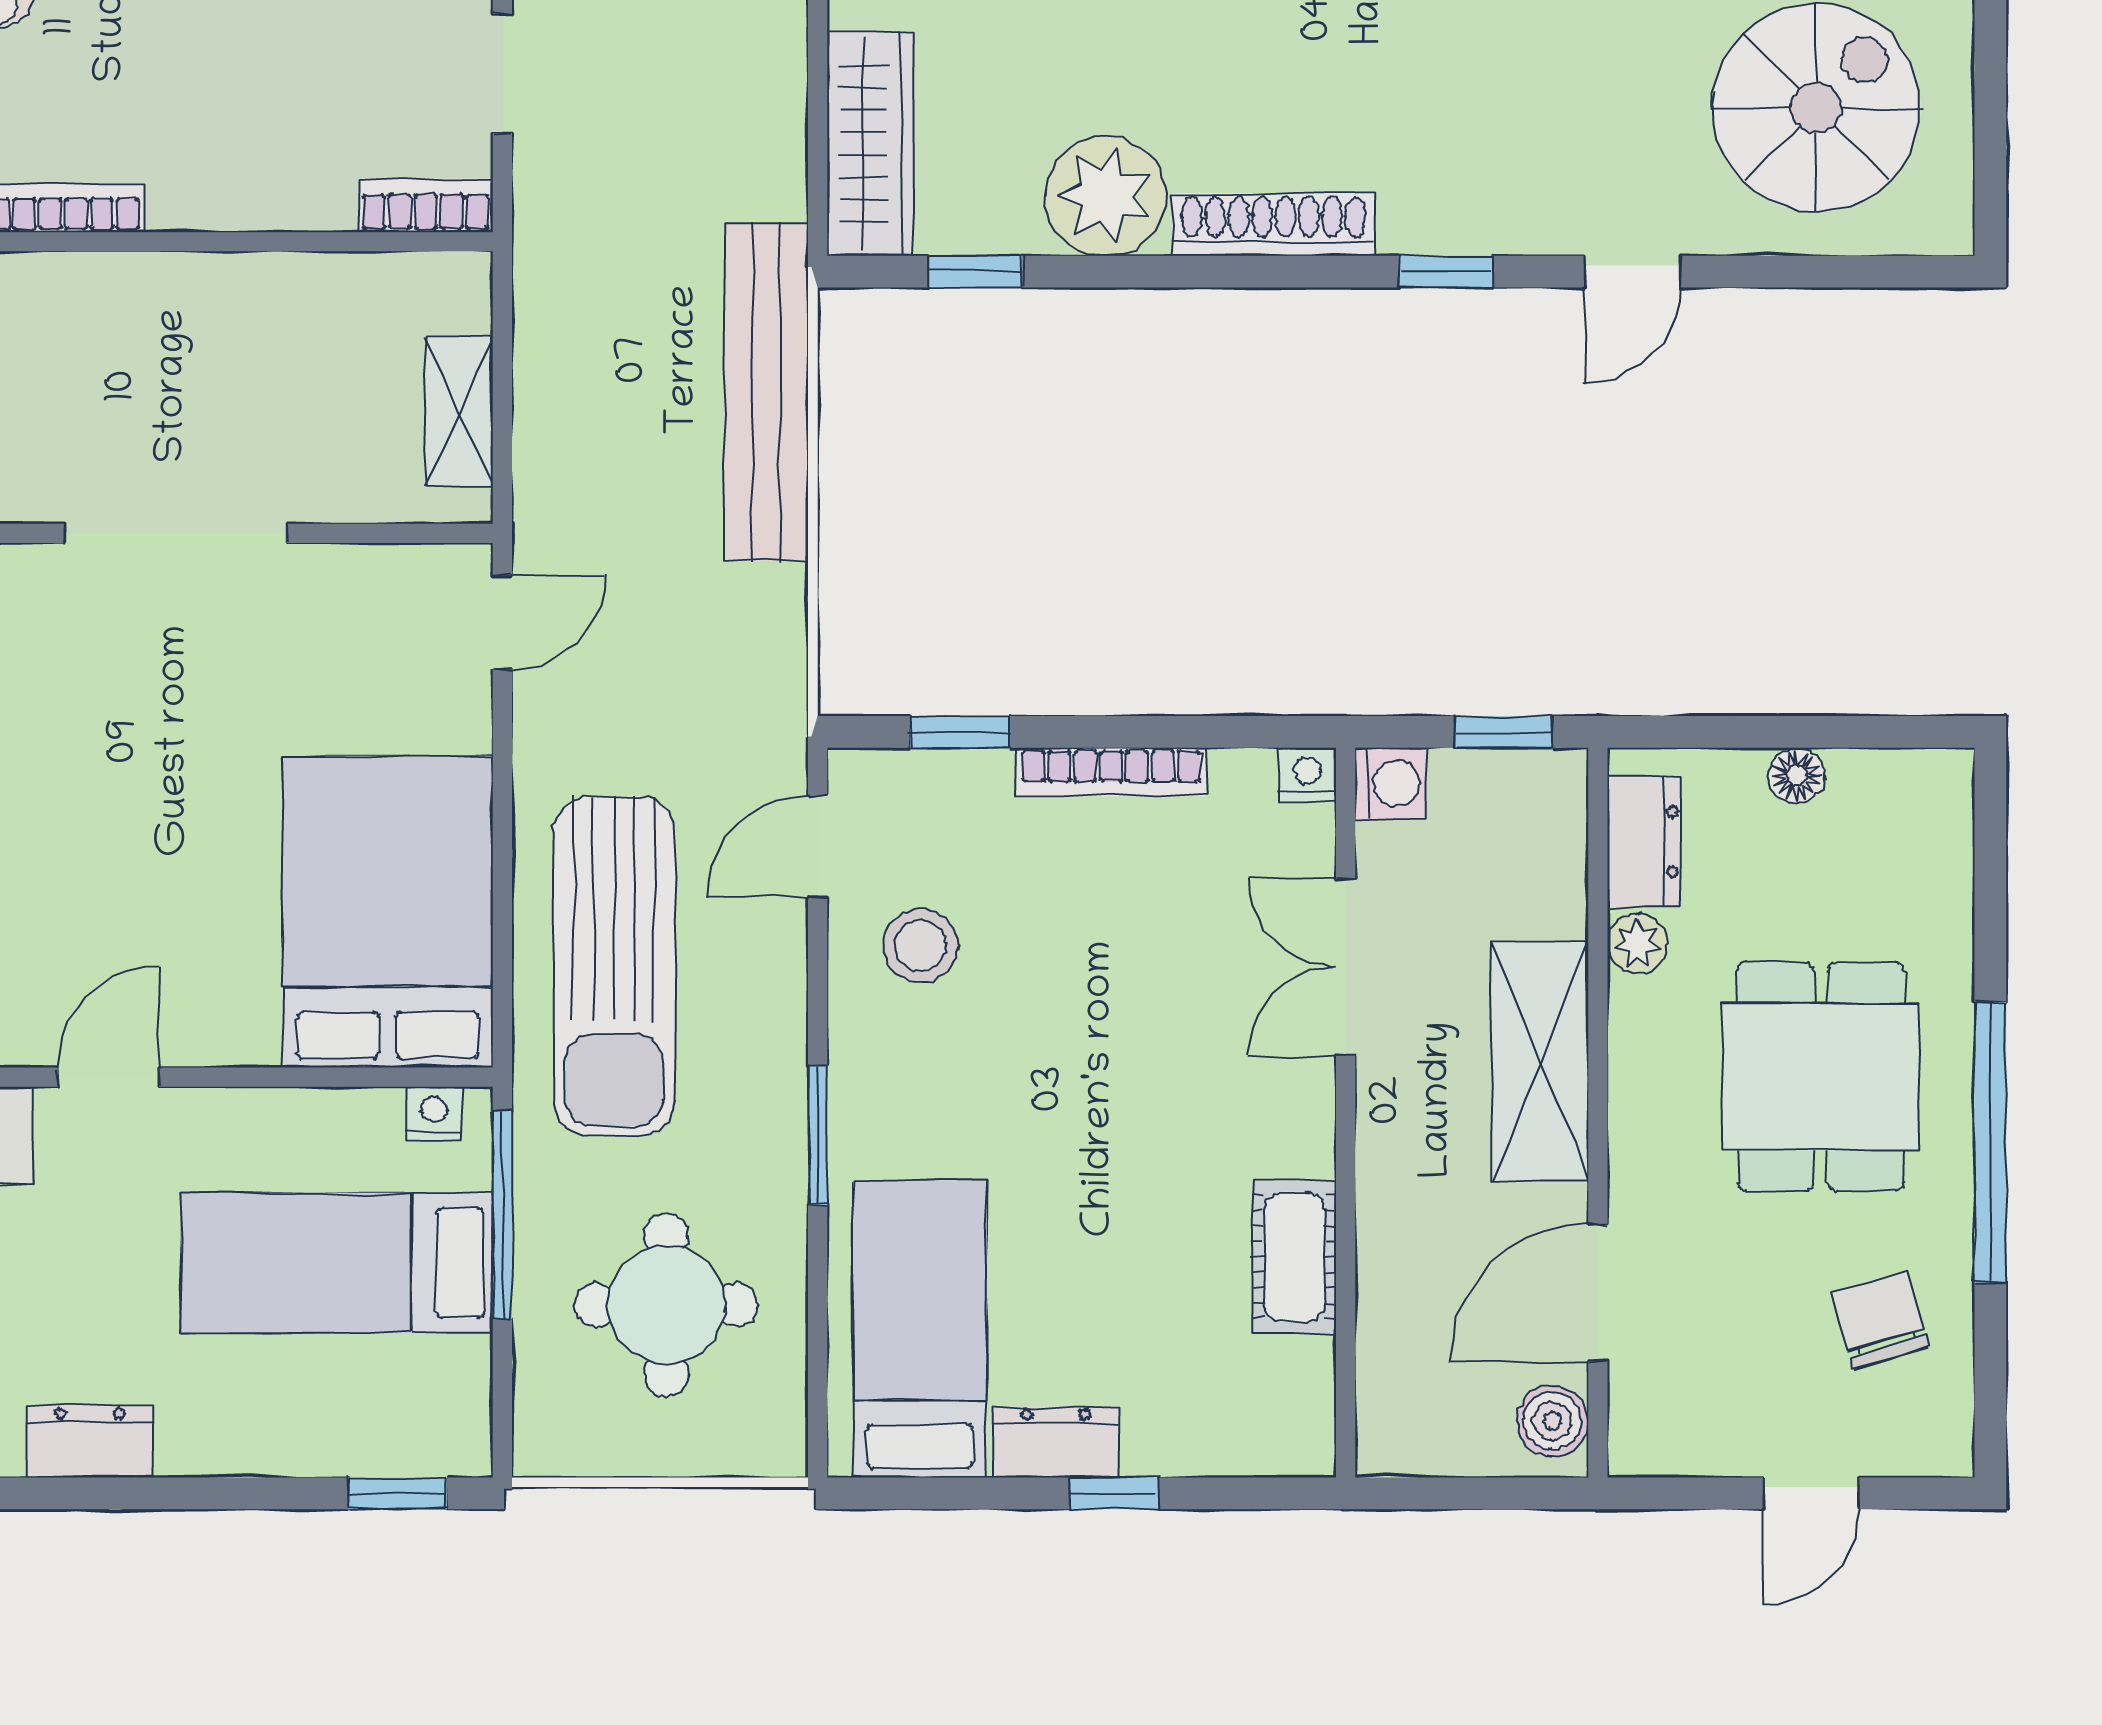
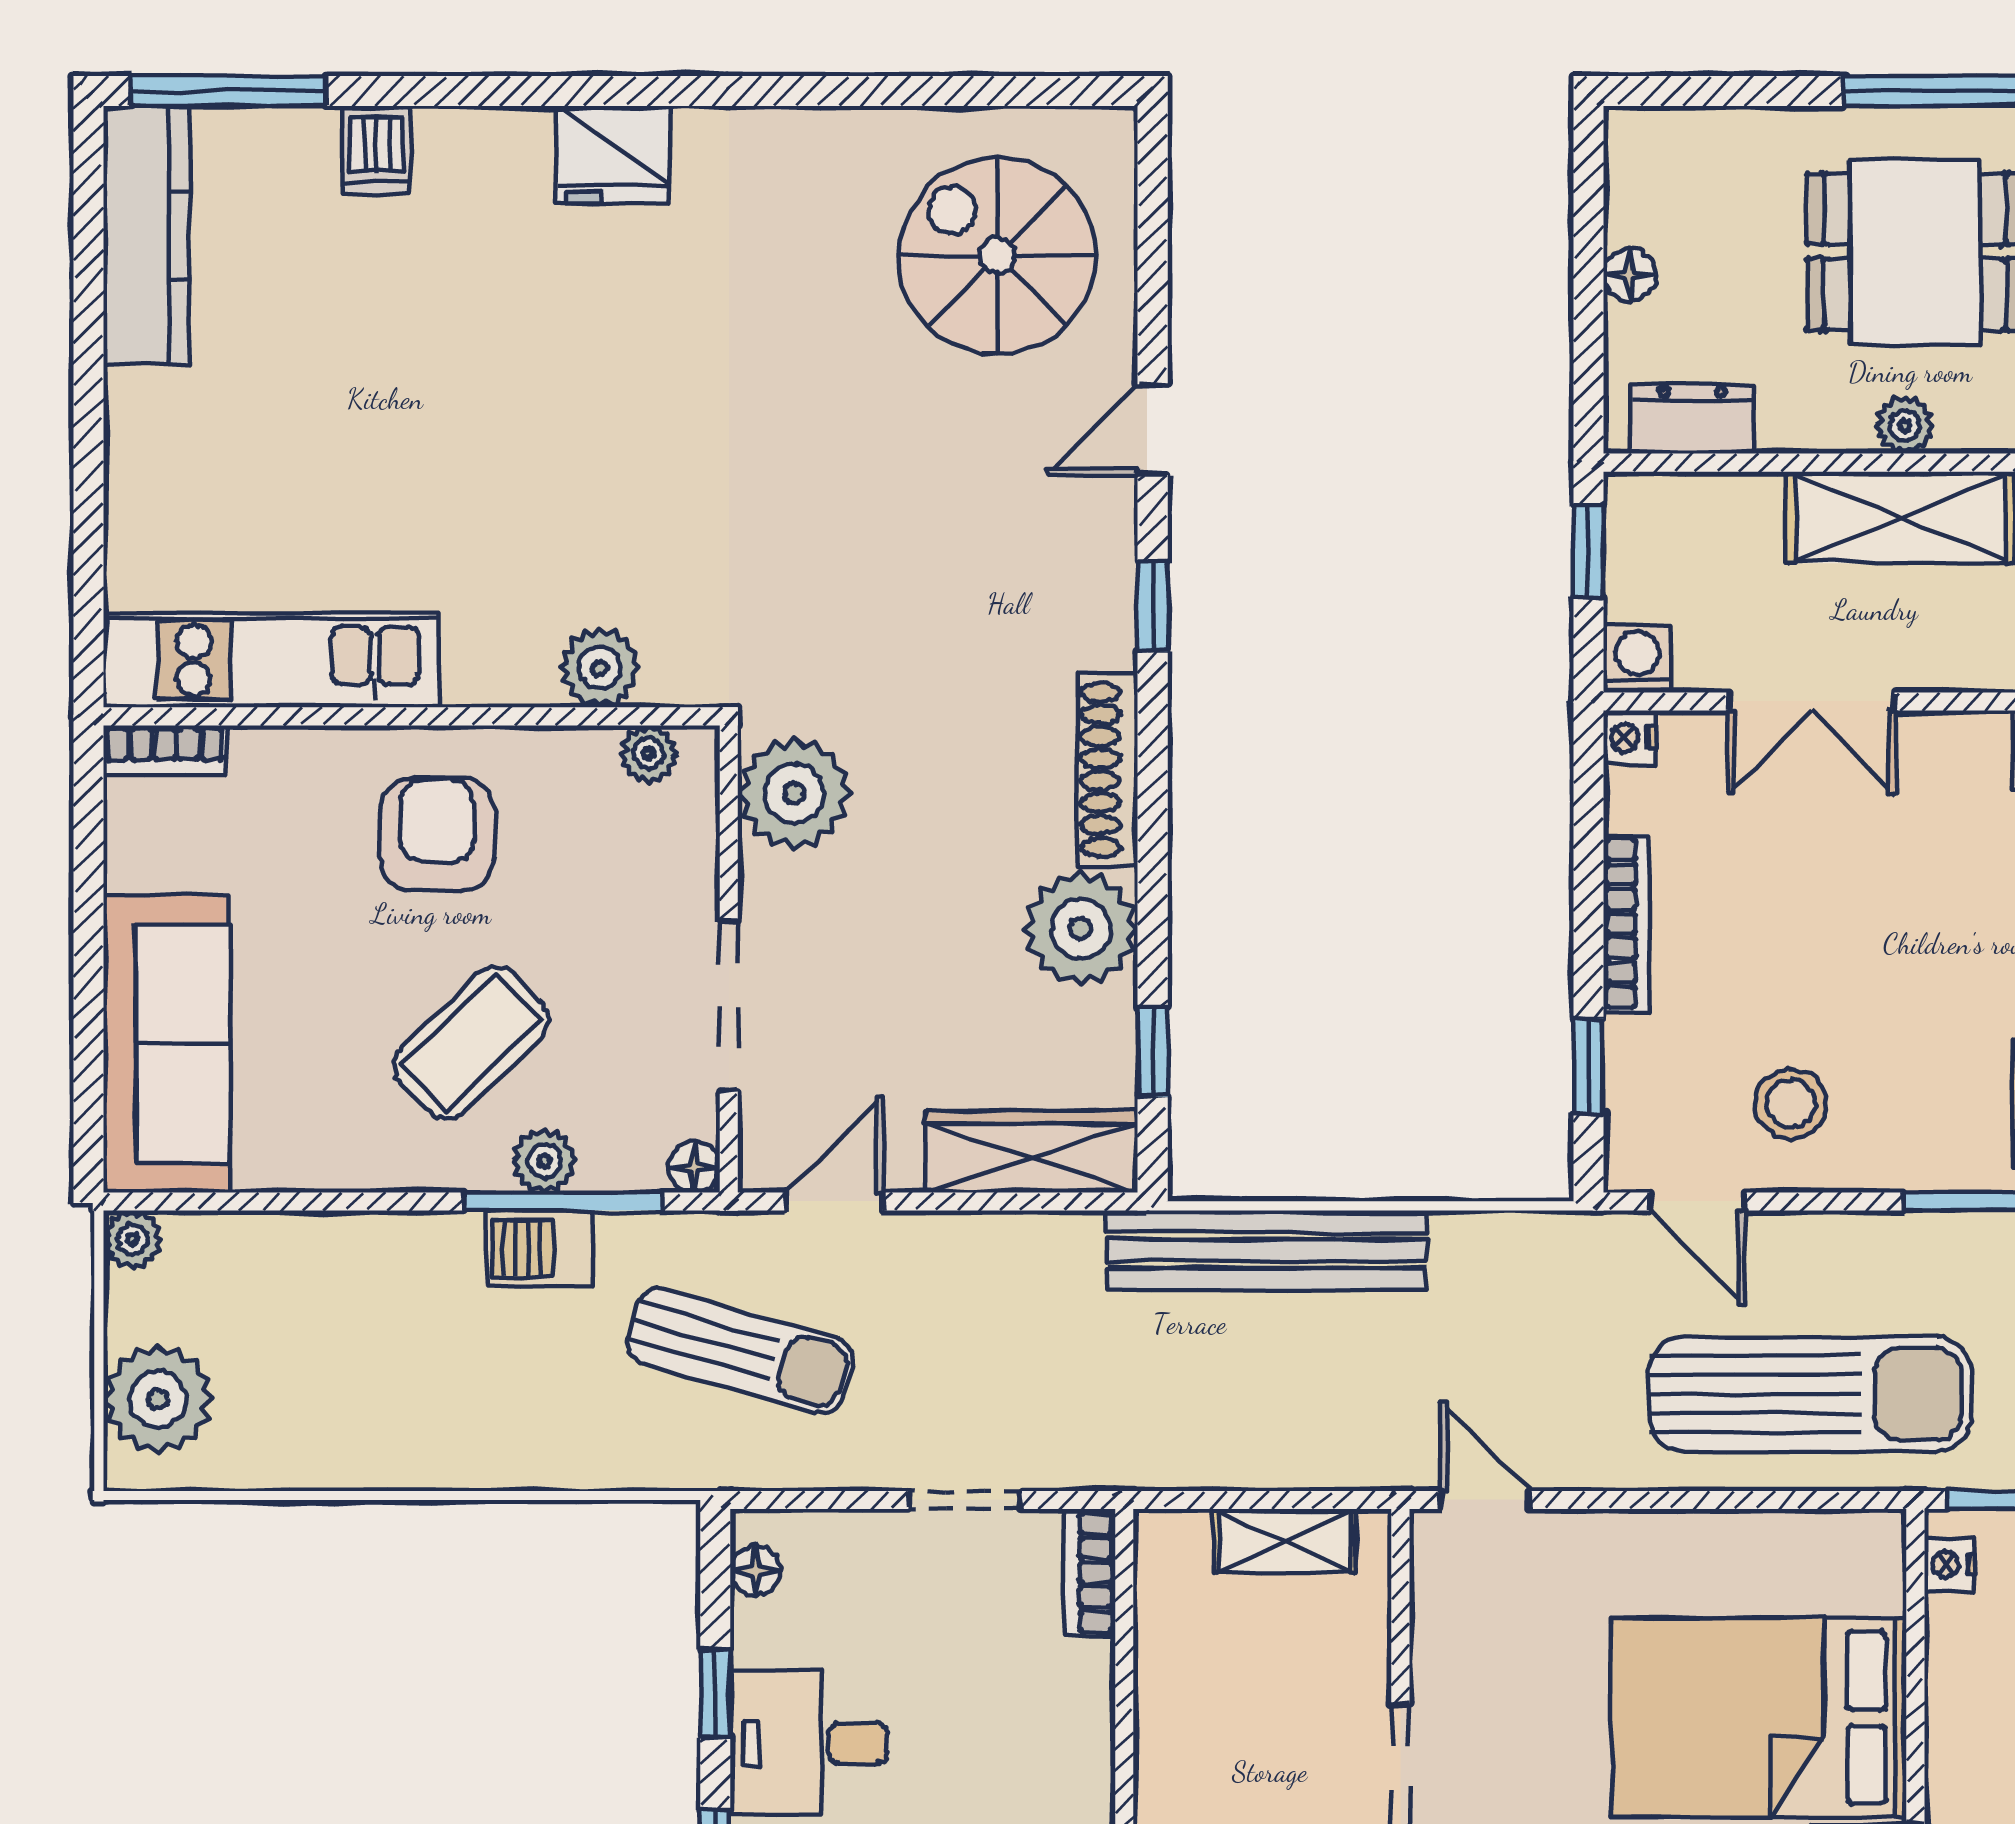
door: (1633, 272) -> (1153, 430), swing flipped
bed: (388, 912) -> (1759, 1718), moved
plant: (1637, 943) -> (1905, 425), moved

